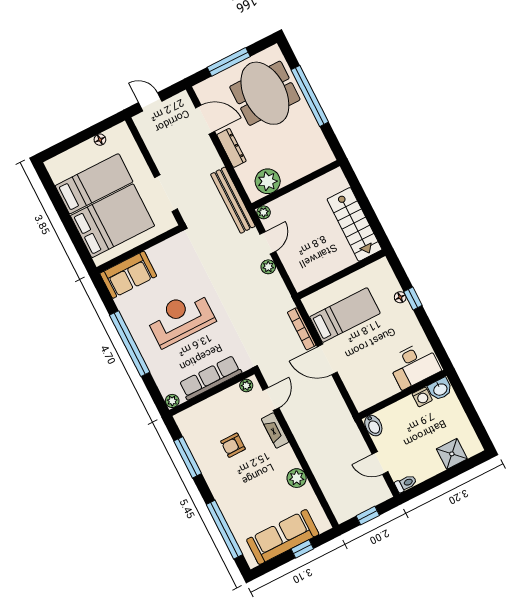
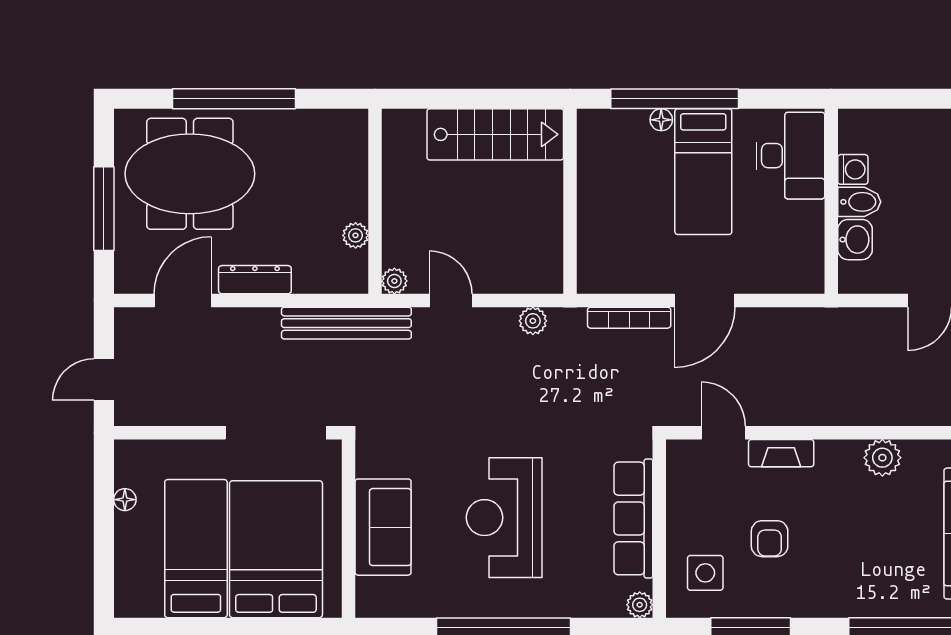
plant: (268, 181) -> (356, 235), width x0.53, depth x0.53
doorway: (166, 193) -> (276, 433), width x1.36
plant: (268, 267) -> (533, 321), moved
sofa: (128, 275) -> (383, 527), moved
window: (413, 298) -> (675, 99), width x3.17
bed: (345, 315) -> (703, 172), moved, turned 180
plant: (246, 386) -> (678, 463), removed
washbasin: (440, 389) -> (855, 240), moved
side table: (202, 424) -> (705, 573), added
bidet: (373, 426) -> (859, 202), moved

